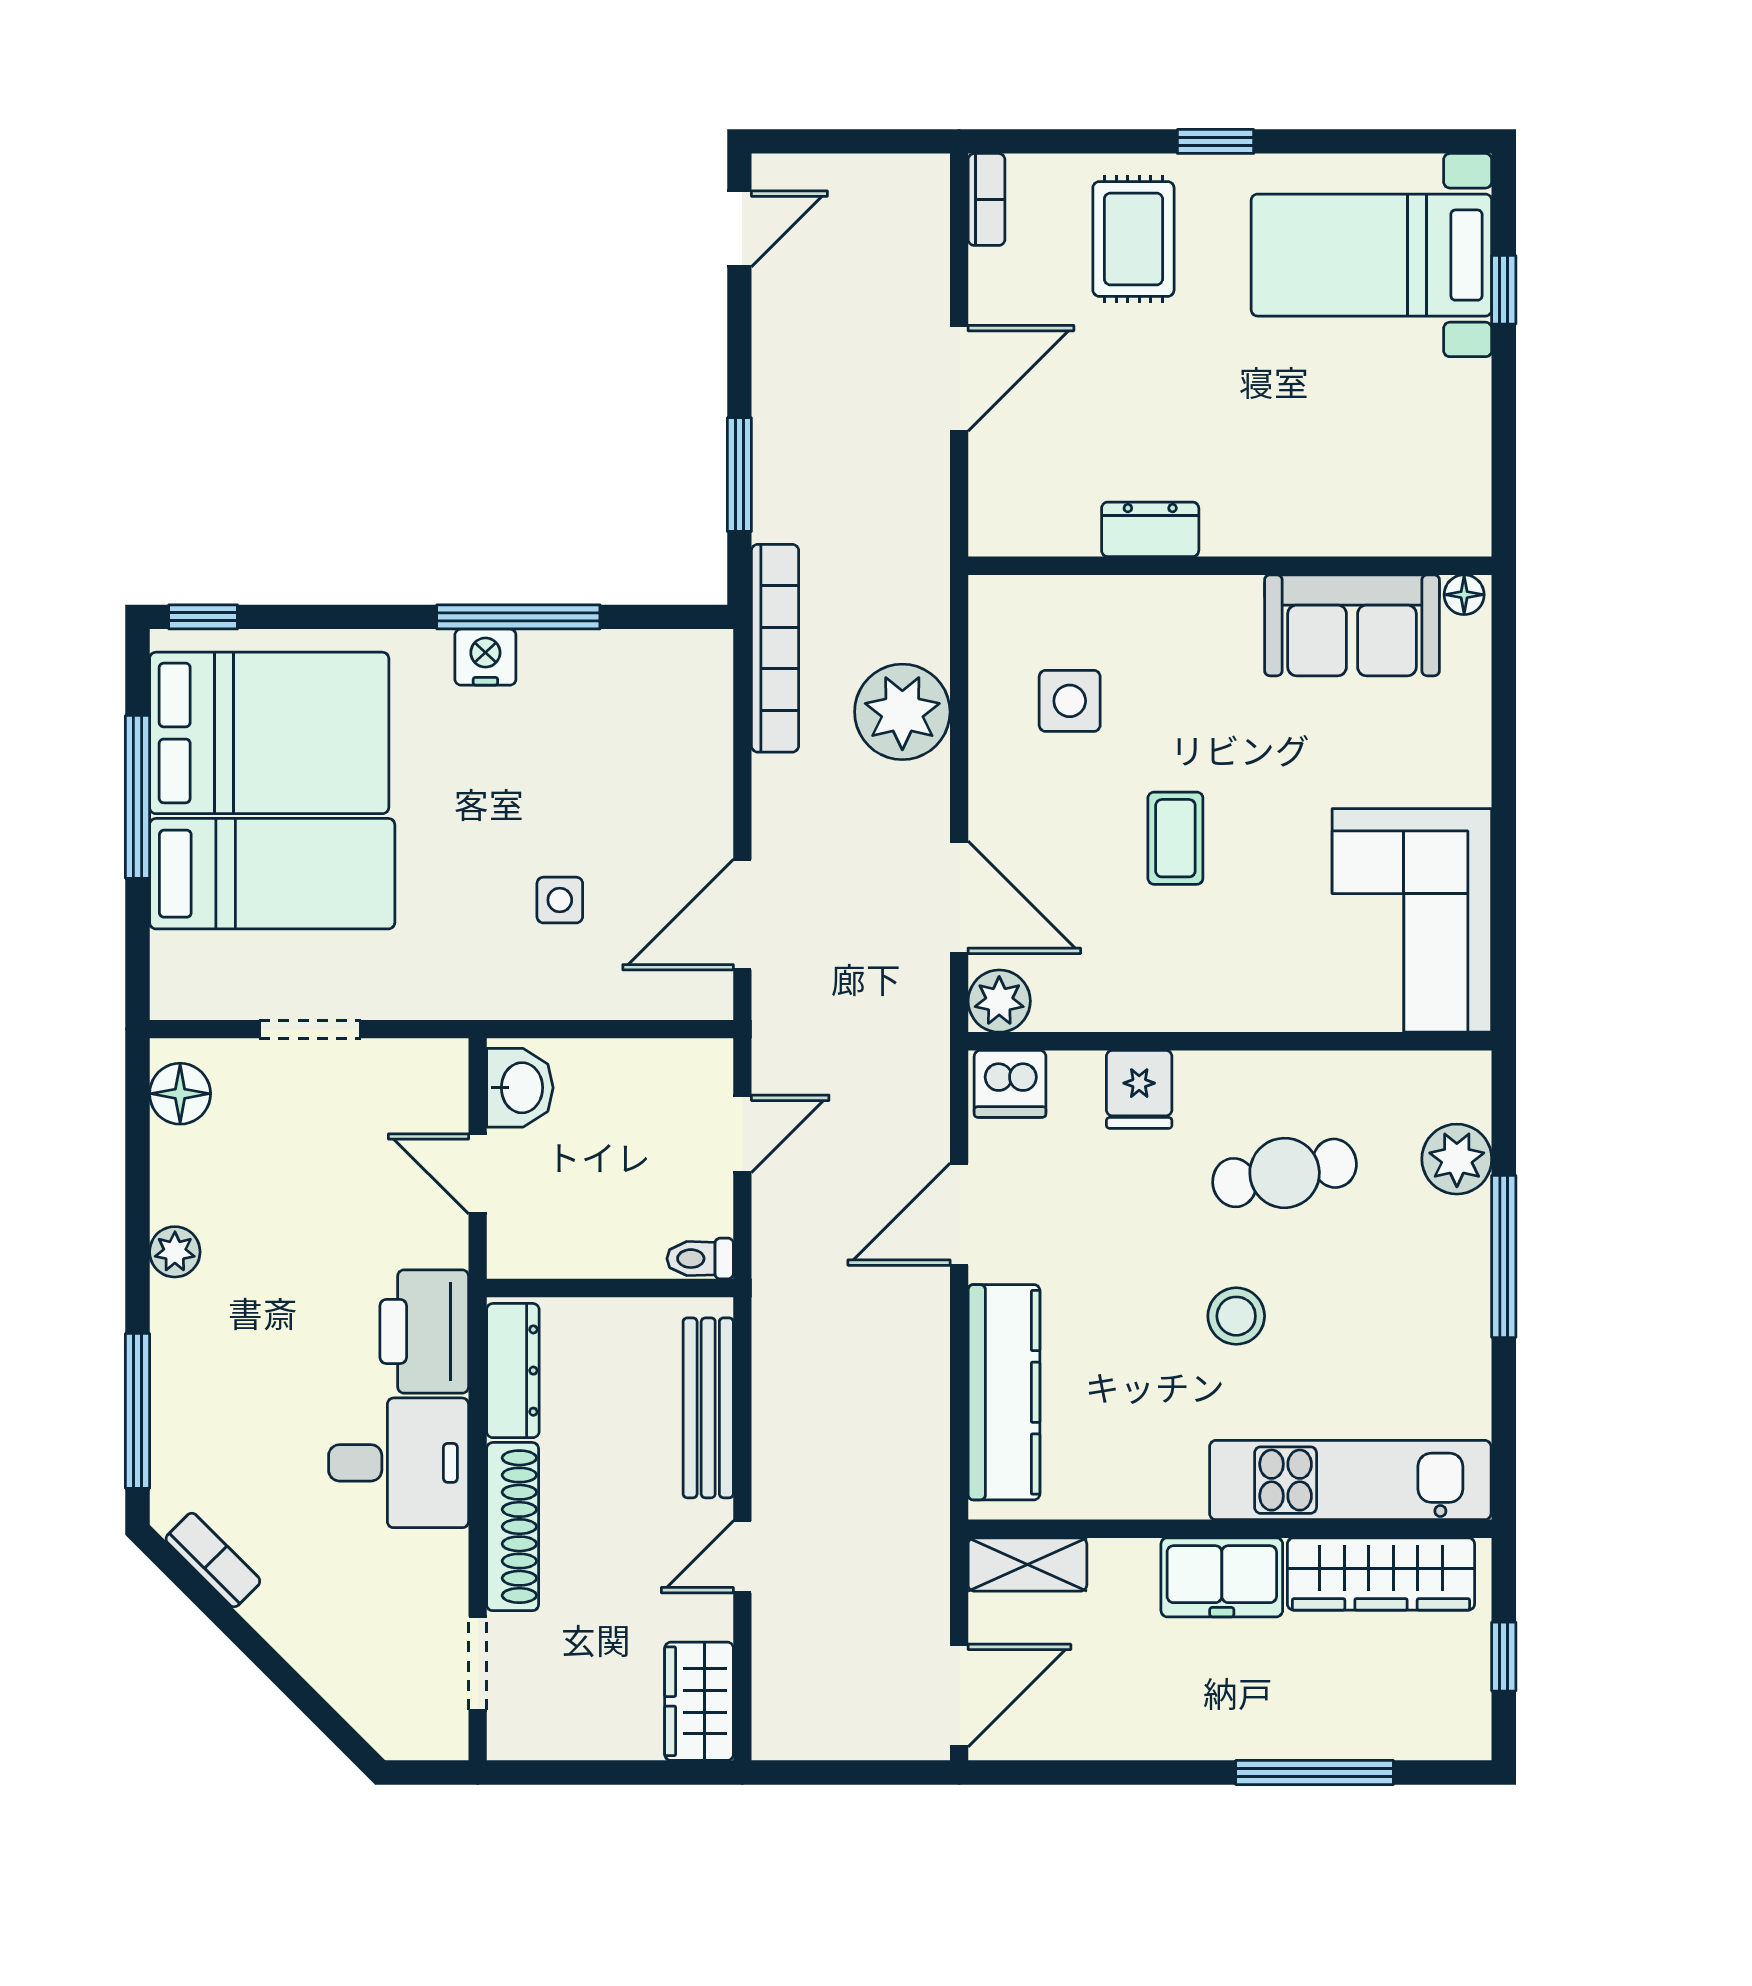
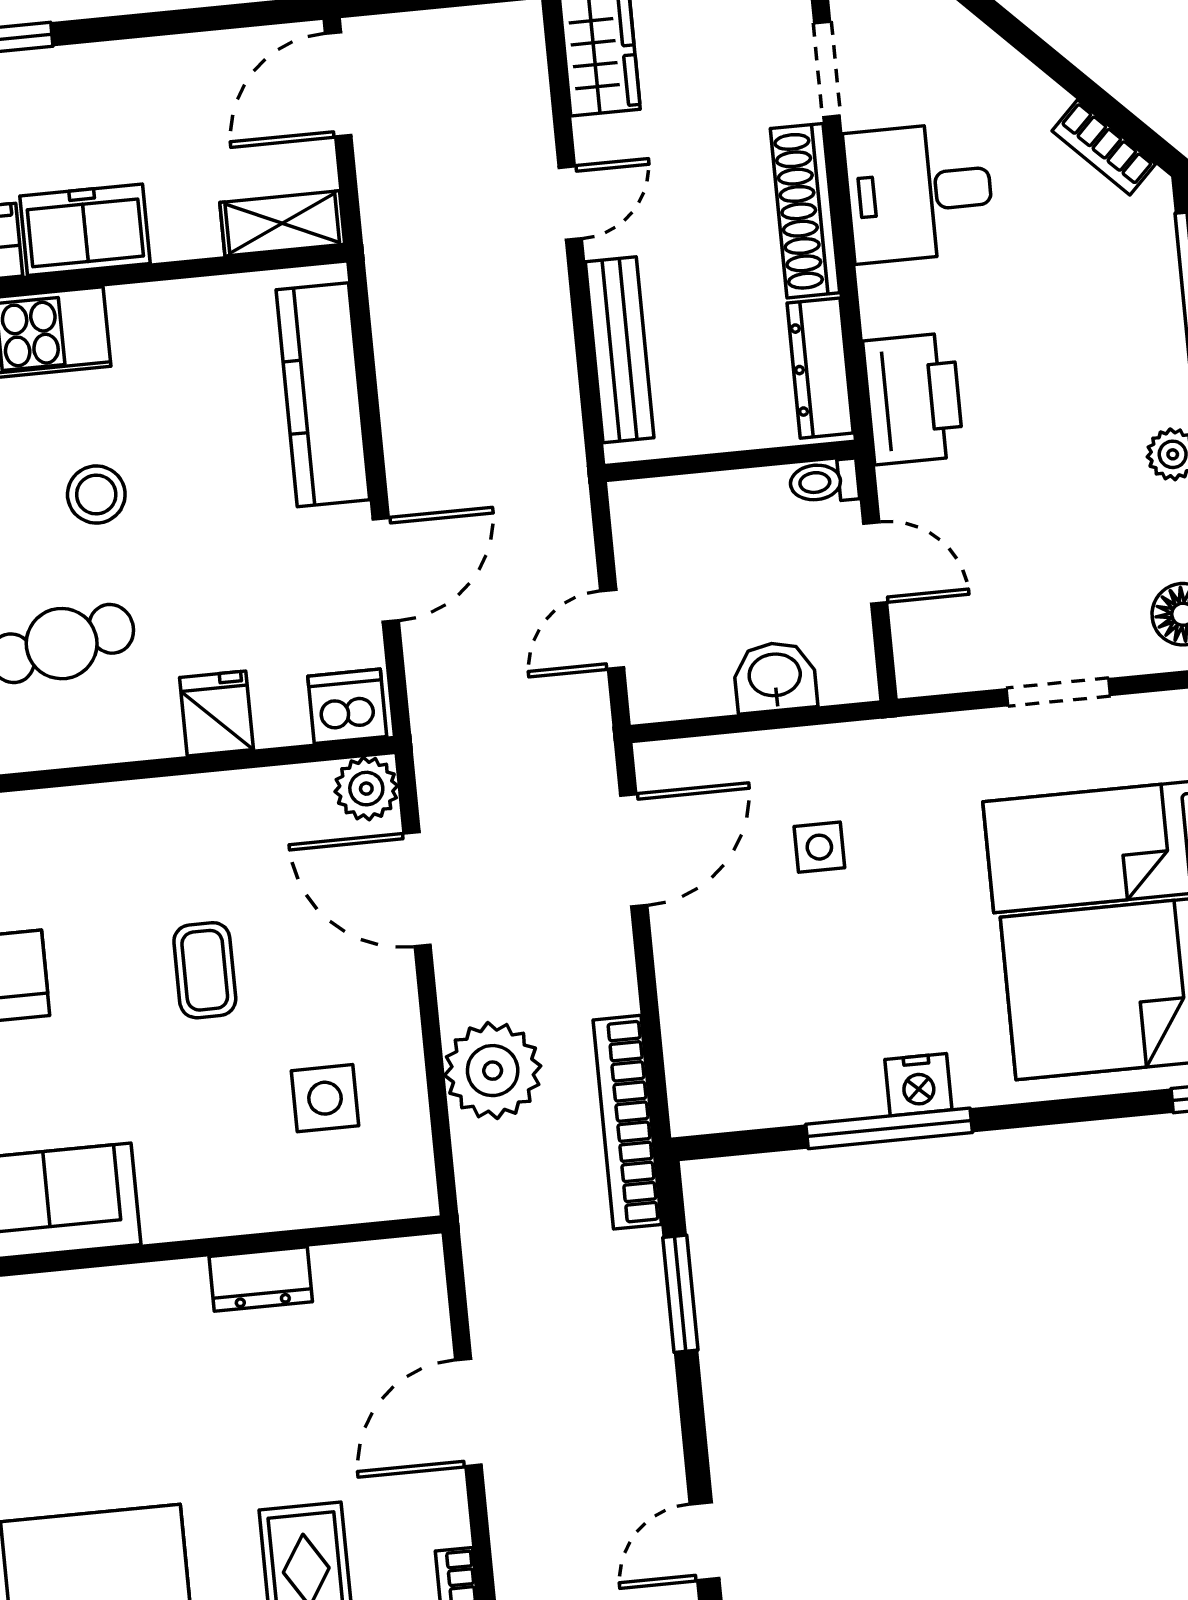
washbasin: (520, 1088) -> (775, 677), moved, turned 90
toilet: (700, 1259) -> (824, 482), moved, turned 180
desk: (399, 1463) -> (919, 192), moved

